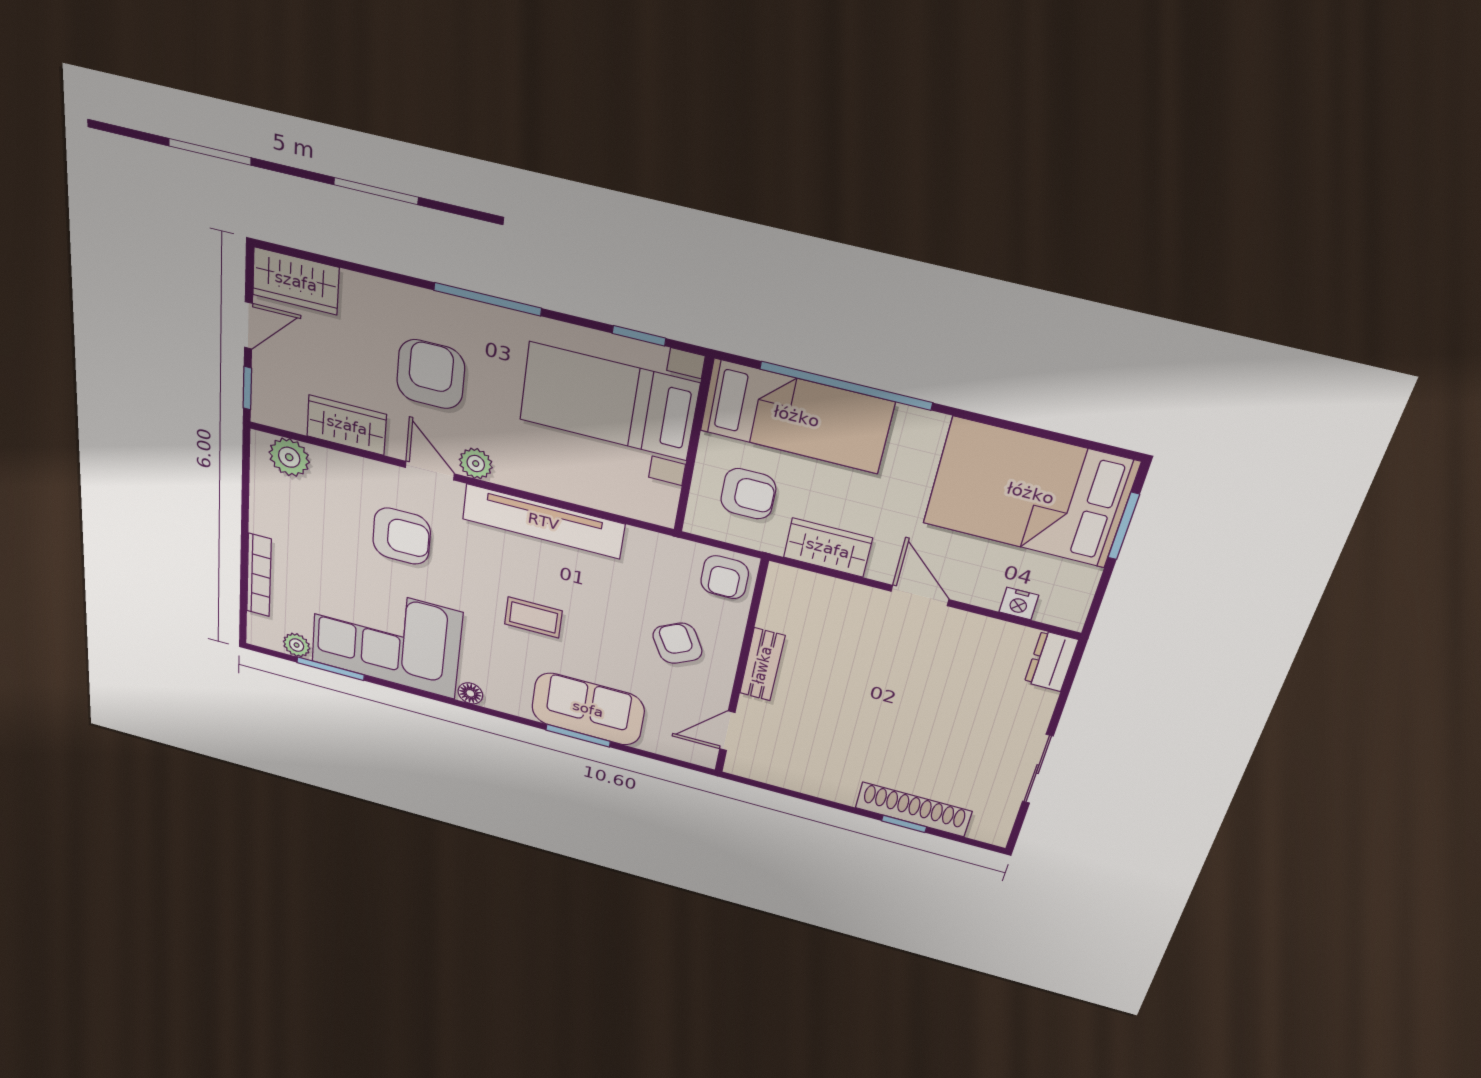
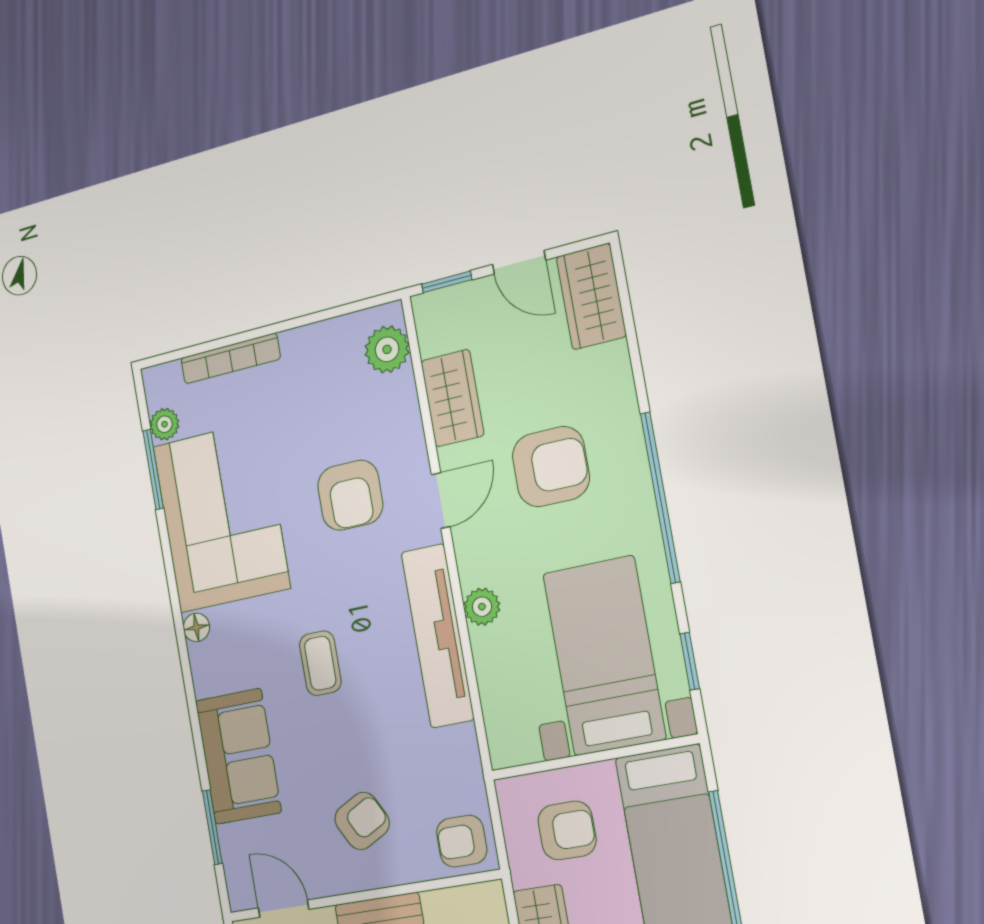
window: (488, 299) -> (660, 498), width x1.46
plant: (476, 464) -> (482, 607), moved
armchair: (748, 494) -> (567, 830), turned -90
window: (578, 736) -> (212, 827), moved

